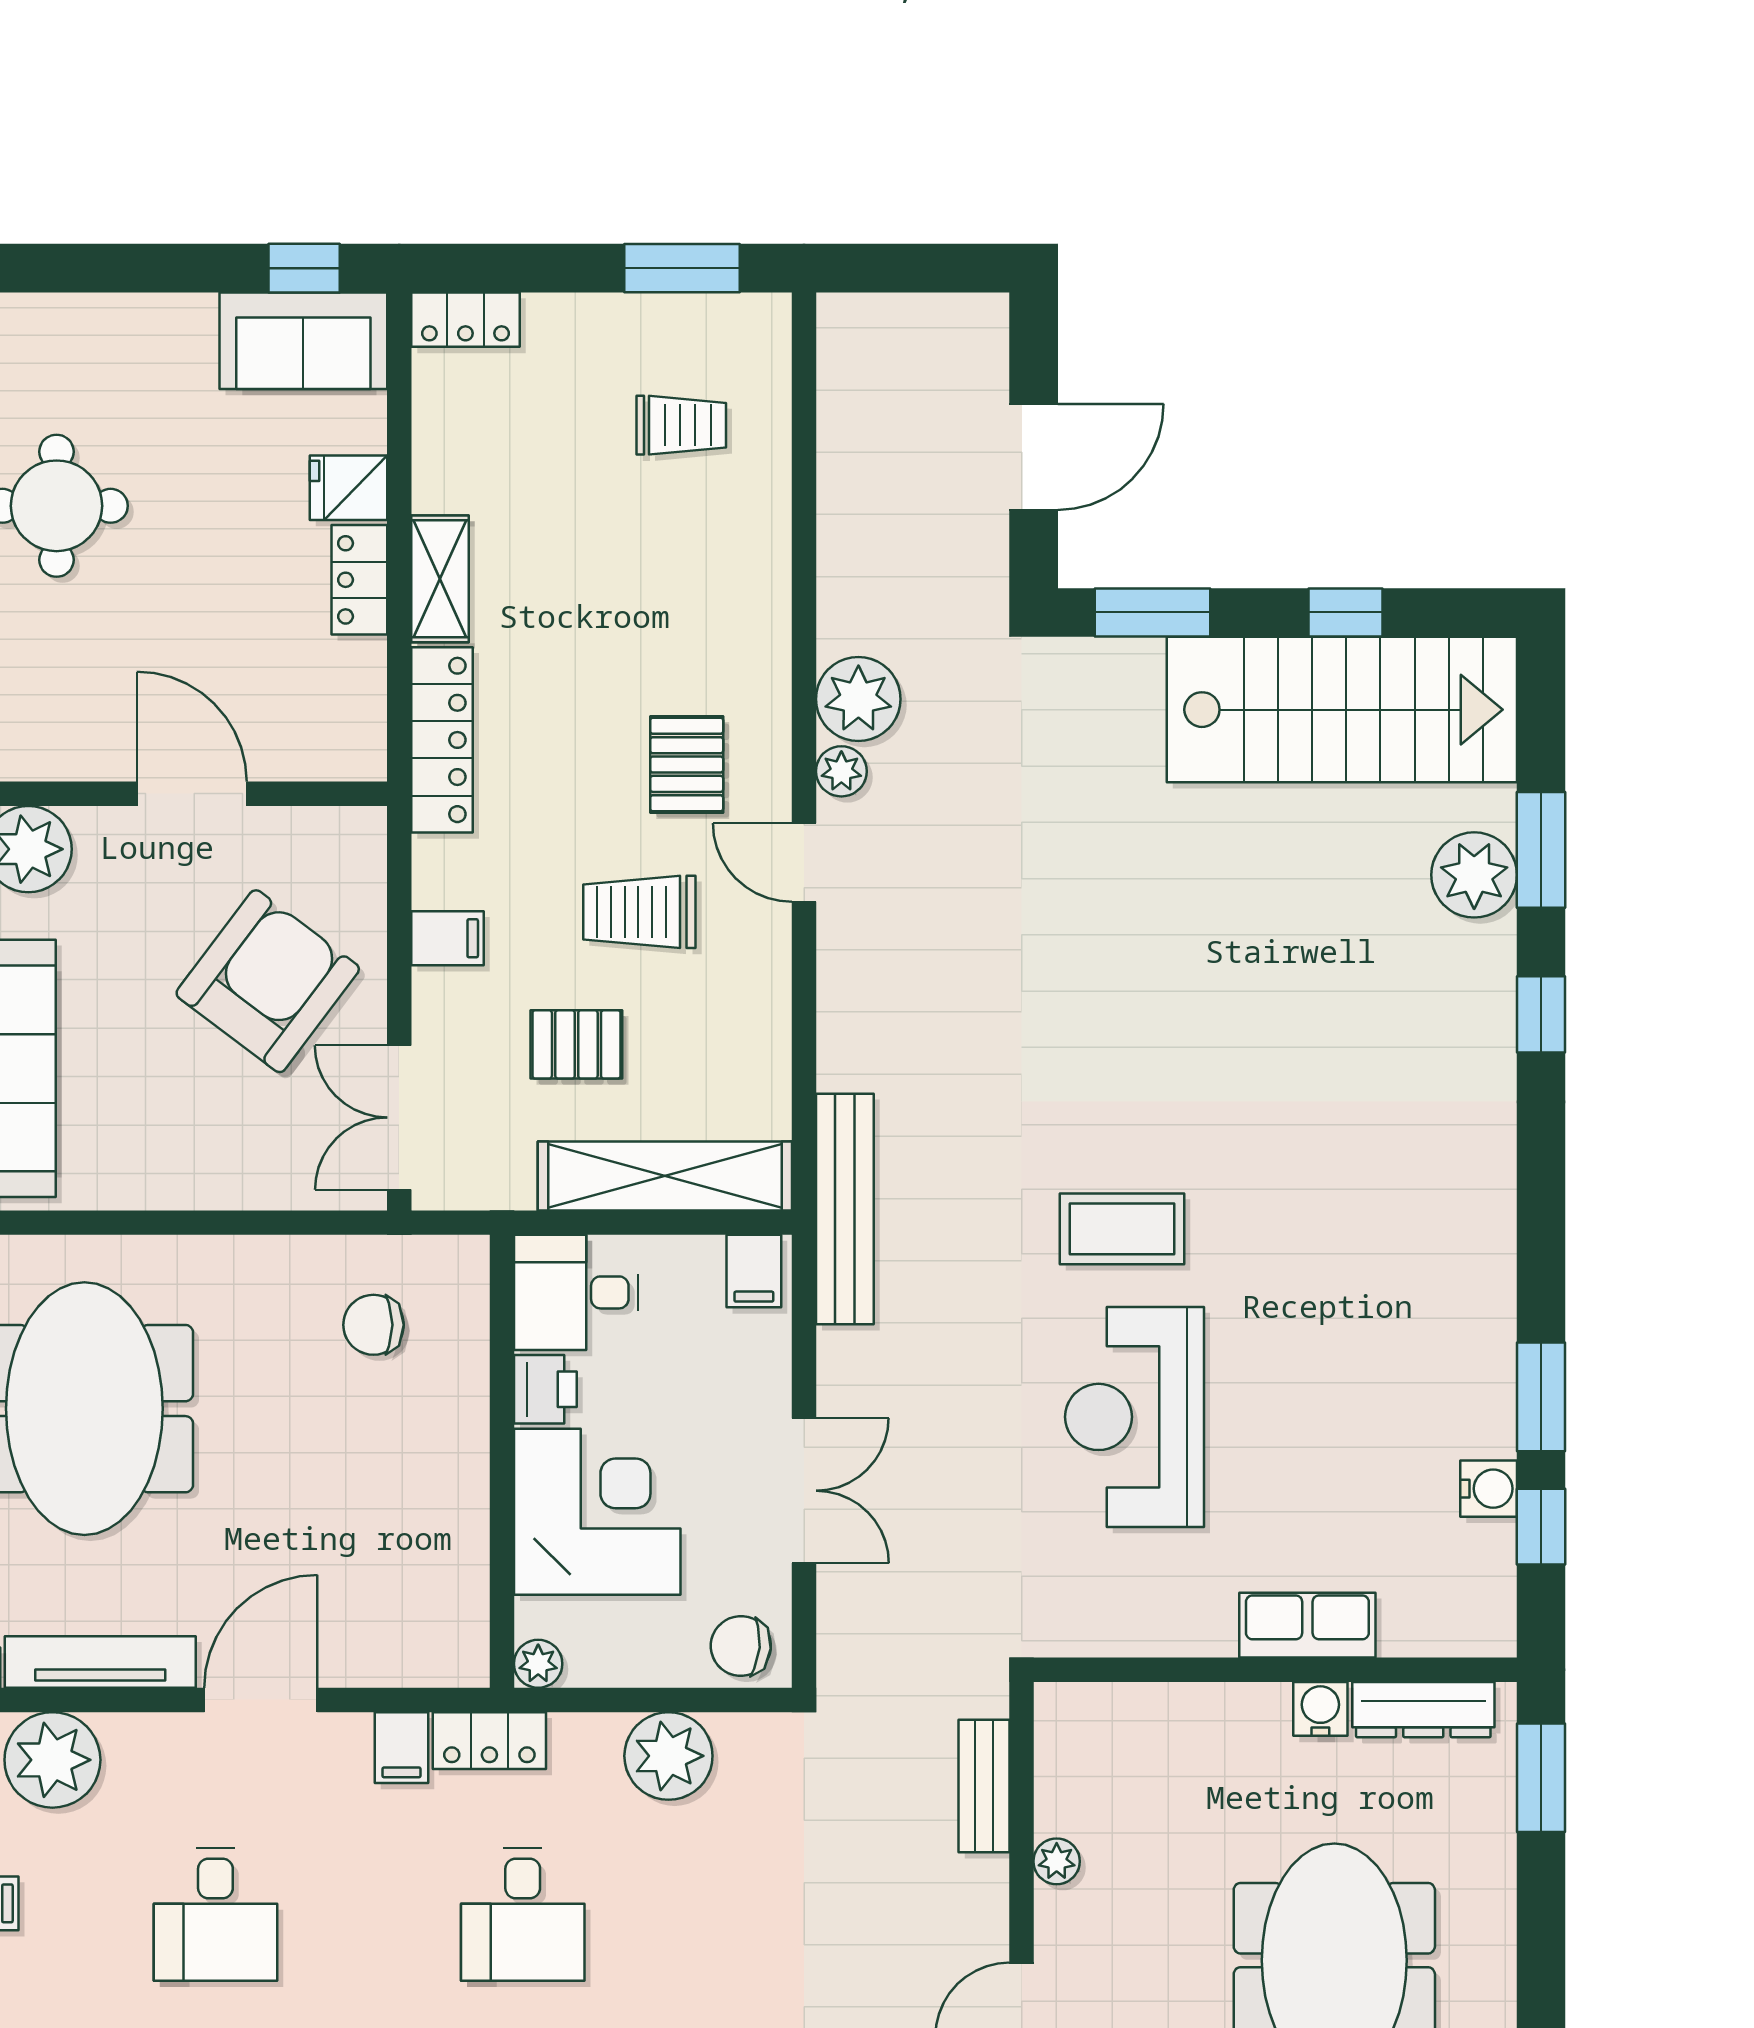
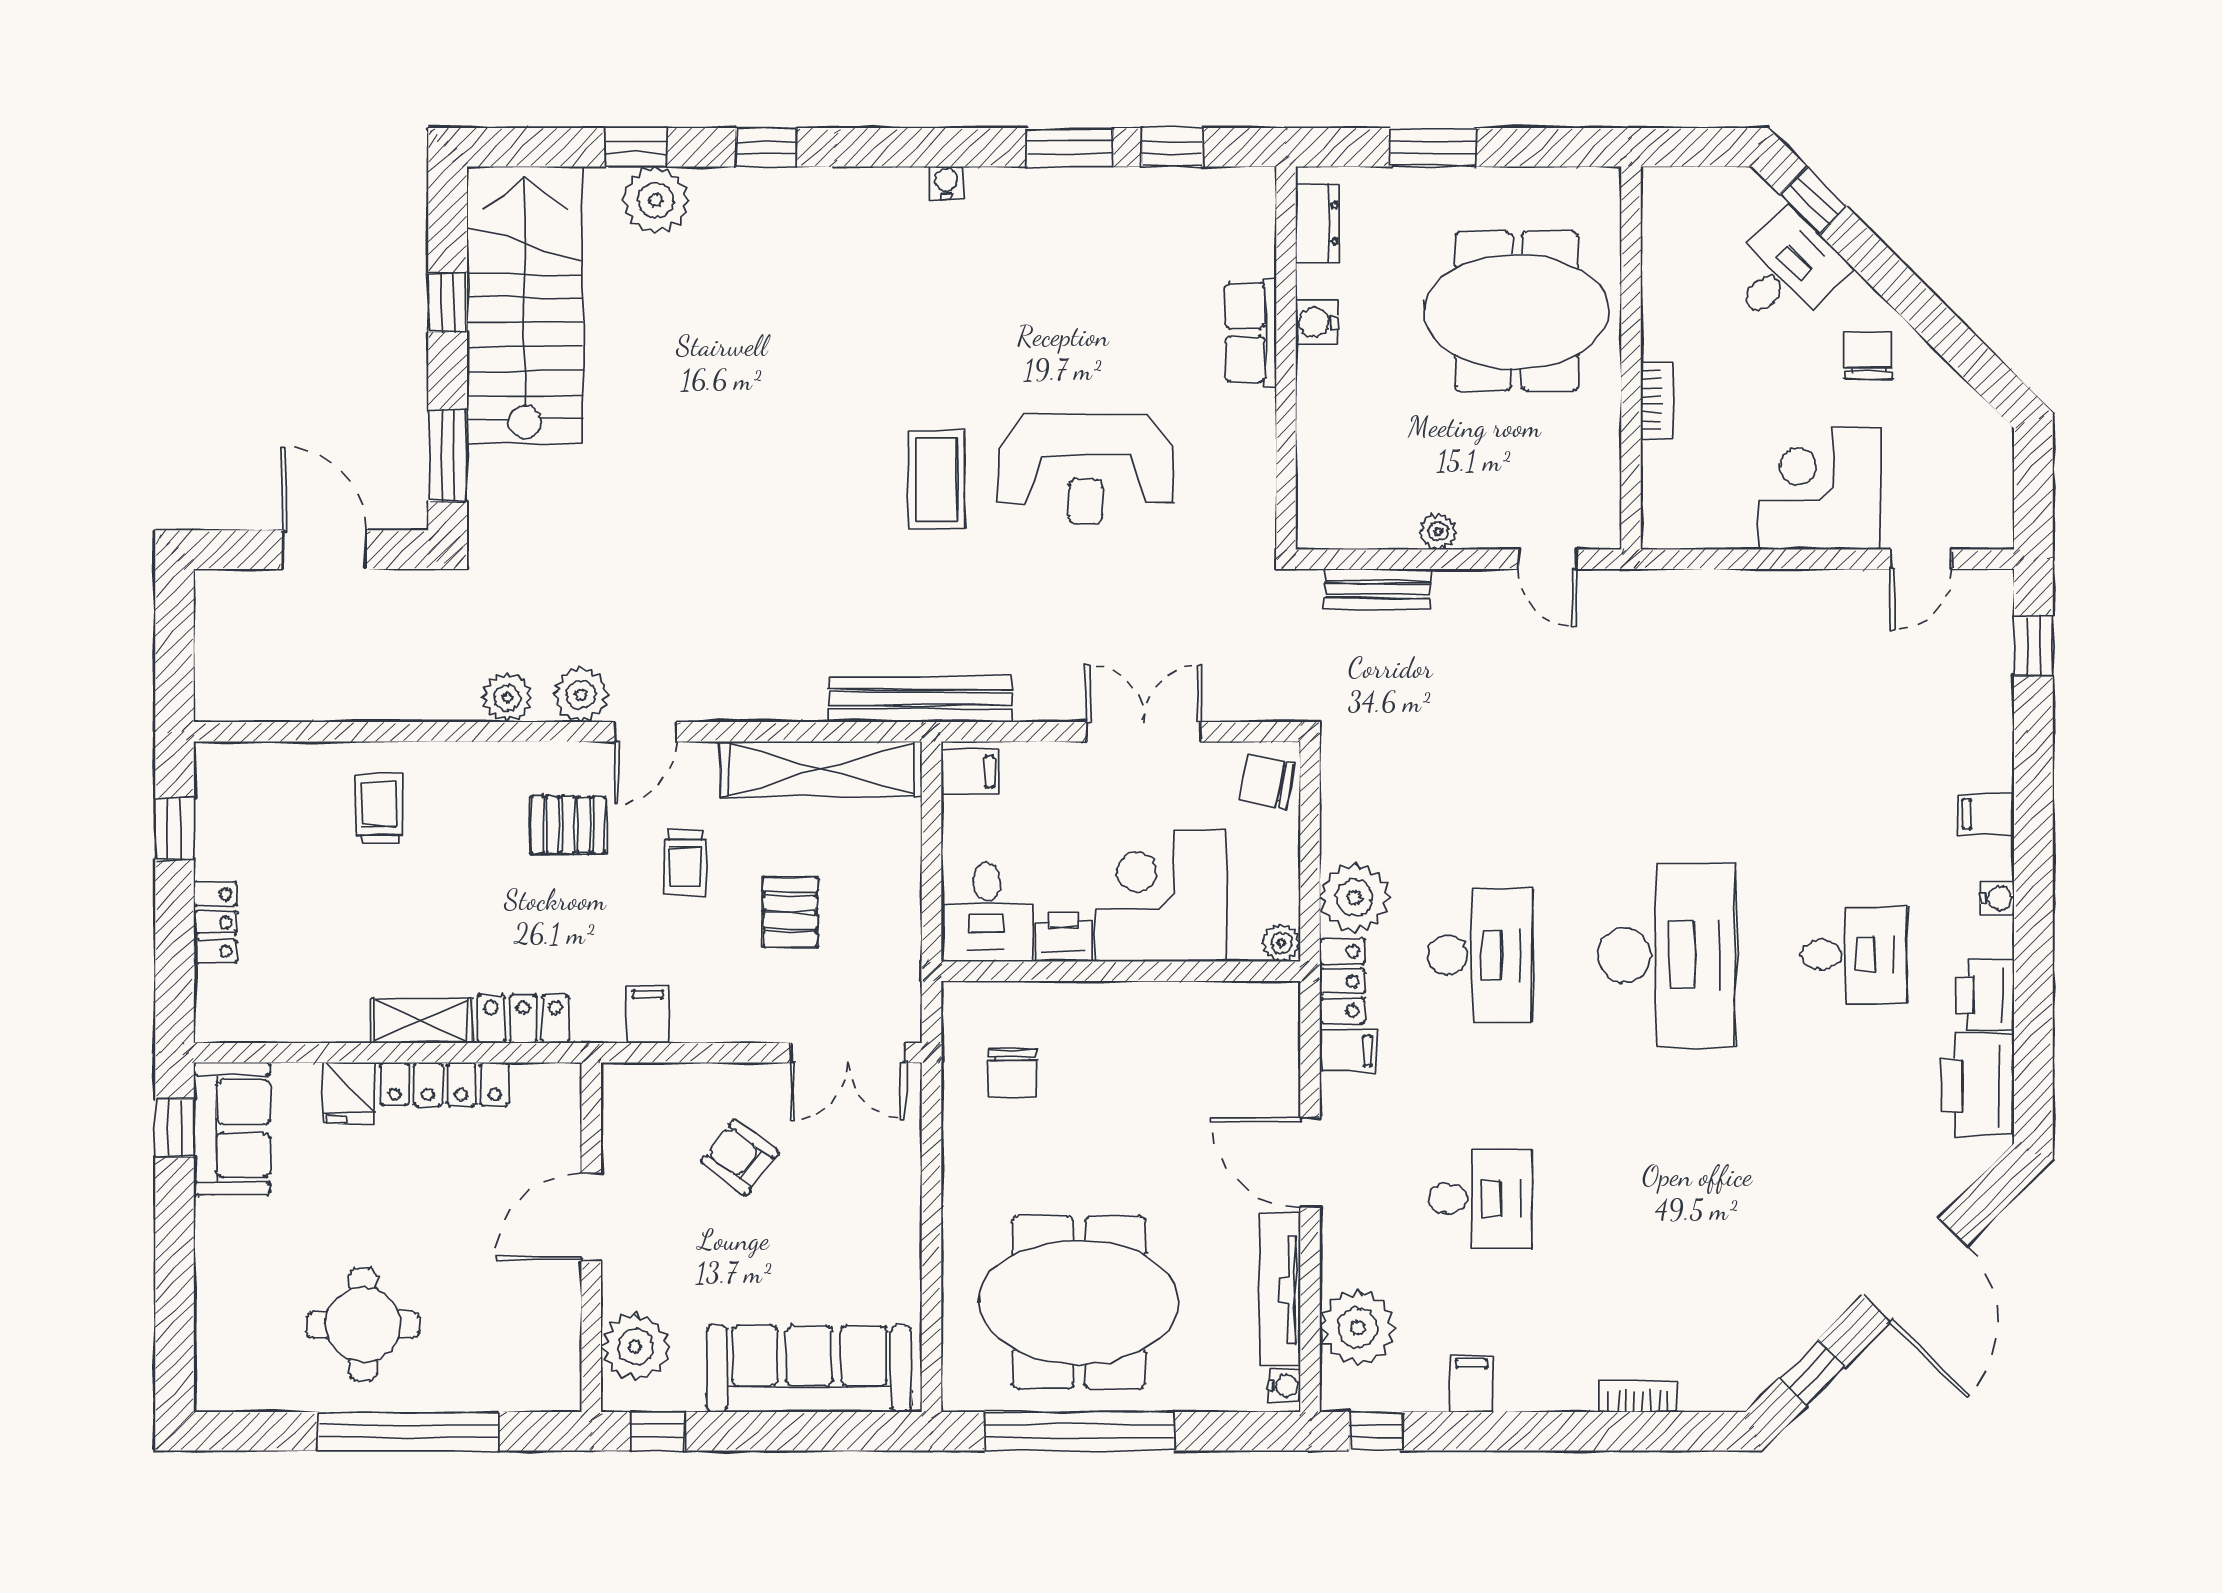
window: (682, 268) -> (175, 828), width x0.67
locker: (465, 320) -> (215, 922), moved
trolley: (681, 425) -> (379, 809), moved
locker: (359, 580) -> (445, 1084), width x1.53
plant: (858, 699) -> (507, 698), width x0.73, depth x0.73
locker: (442, 740) -> (523, 1019), width x0.66
plant: (841, 771) -> (581, 695), width x1.38, depth x1.38
window: (1541, 850) -> (636, 147), width x0.67
trolley: (639, 912) -> (685, 862), width x0.73, depth x0.72
filing cabinet: (447, 938) -> (648, 1014), moved
armchair: (268, 981) -> (740, 1157), width x0.53, depth x0.53
shelving: (665, 1176) -> (821, 769), moved, turned 90
water cooler: (1489, 1489) -> (946, 183), moved, width x0.72, depth x0.72
chair: (741, 1646) -> (1267, 782), turned 96
dresser: (1423, 1710) -> (1318, 223), width x0.70
plant: (668, 1756) -> (1354, 898), moved
window: (1541, 1778) -> (1433, 147), moved
desk: (523, 1914) -> (1480, 955), width x1.37

